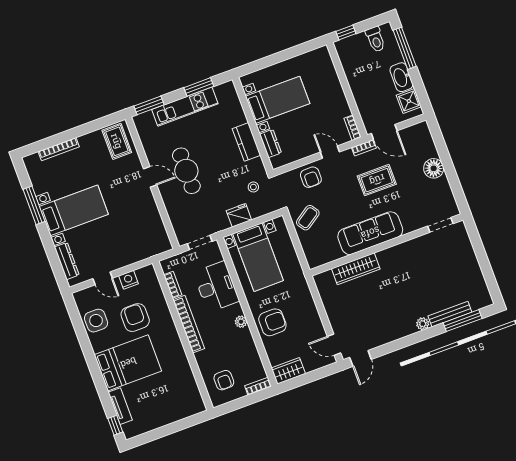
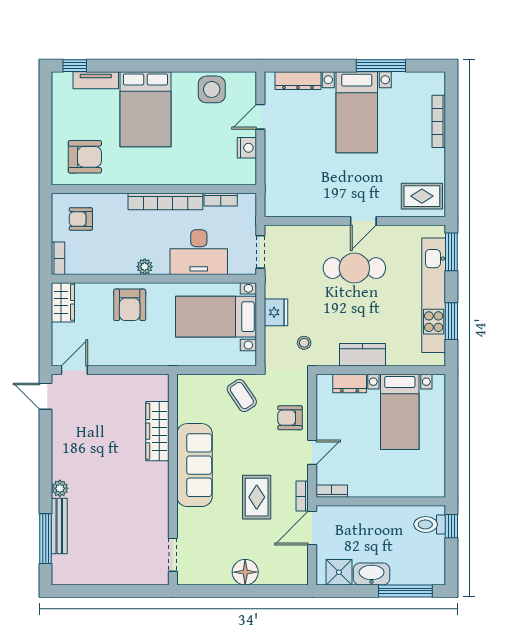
toilet: (375, 39) -> (430, 524), moved
kitchen unit: (185, 107) -> (434, 295), width x1.36
armchair: (135, 318) -> (85, 157), moved

